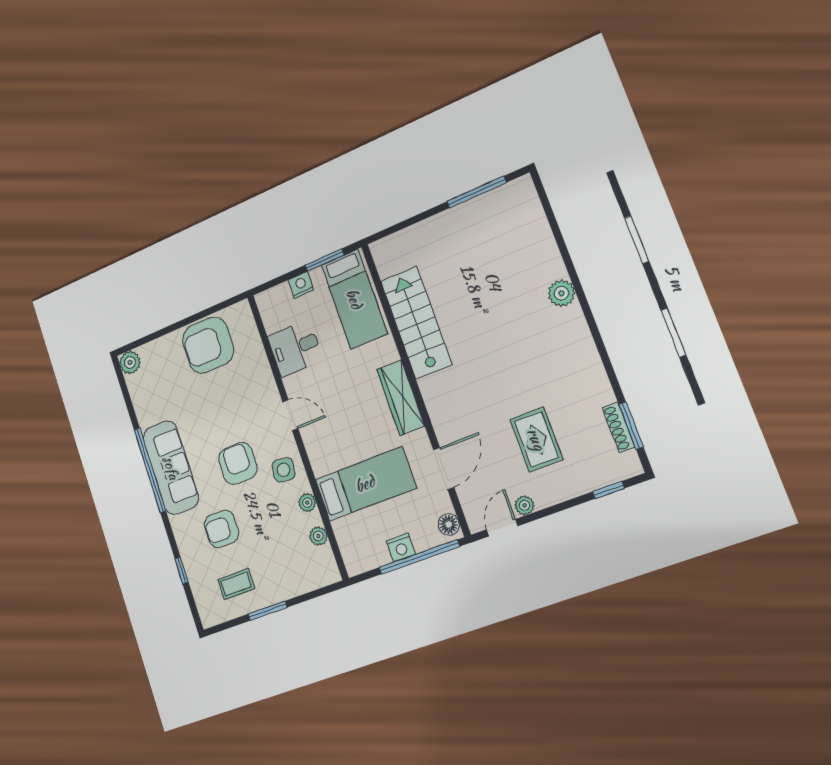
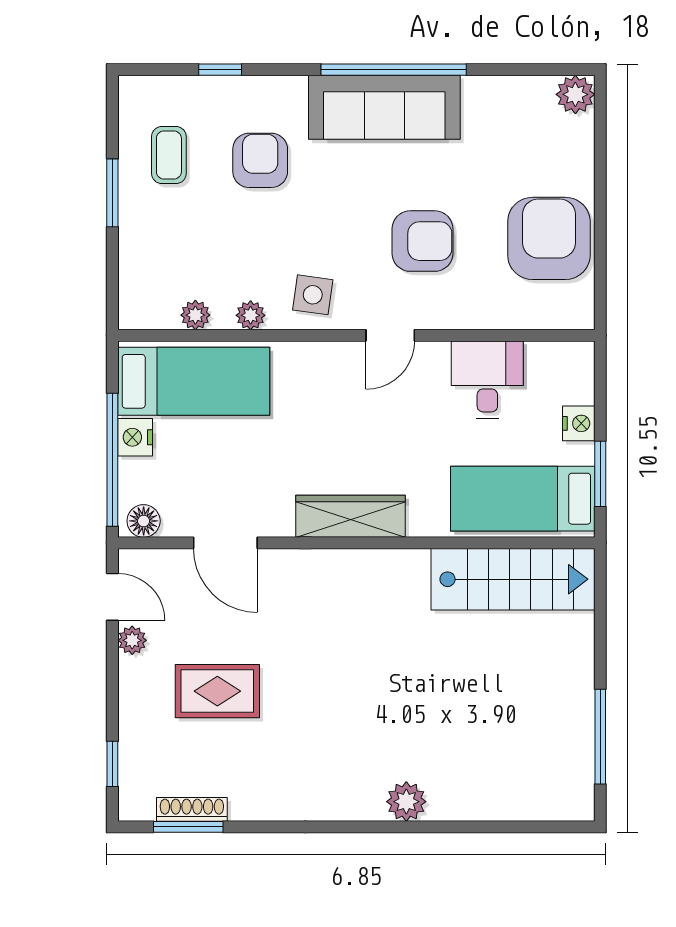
stairs: (416, 323) -> (513, 579), moved
armchair: (238, 463) -> (422, 241), moved
bed: (365, 484) -> (194, 381), moved, turned -90

